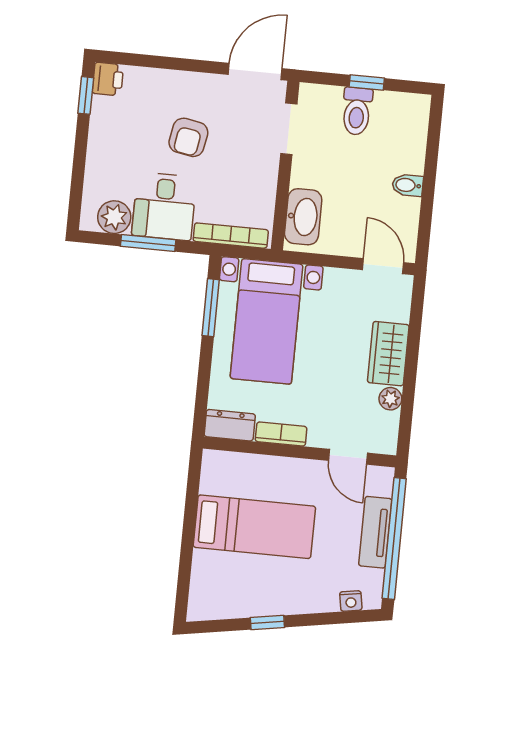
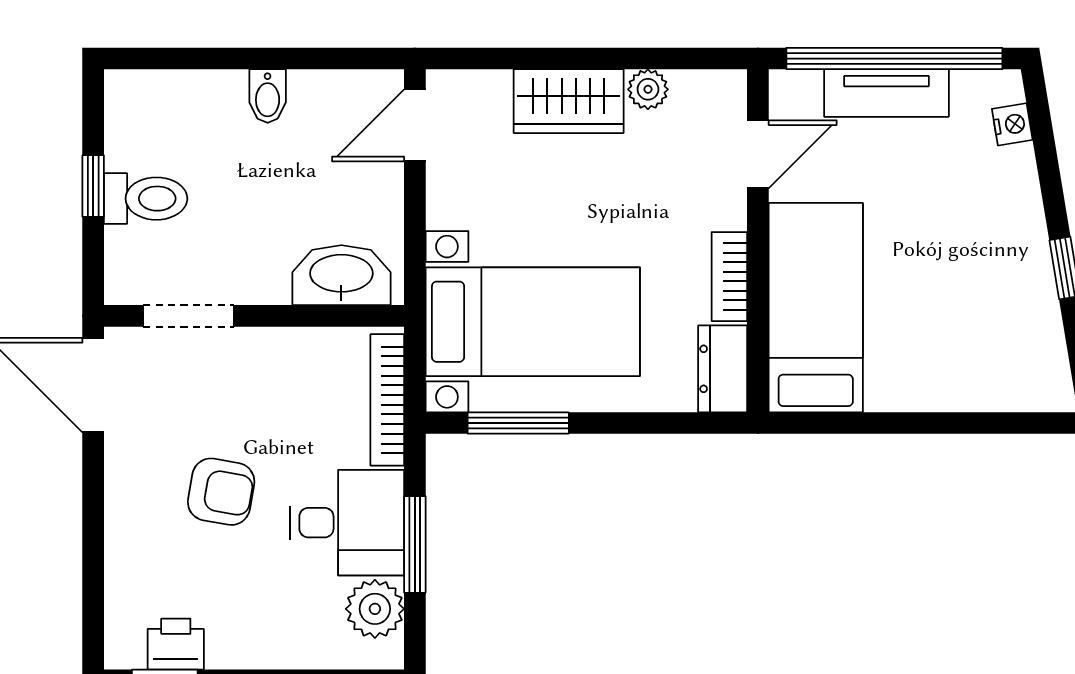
printer: (108, 79) -> (176, 644), moved
bed: (254, 527) -> (816, 308), moved

